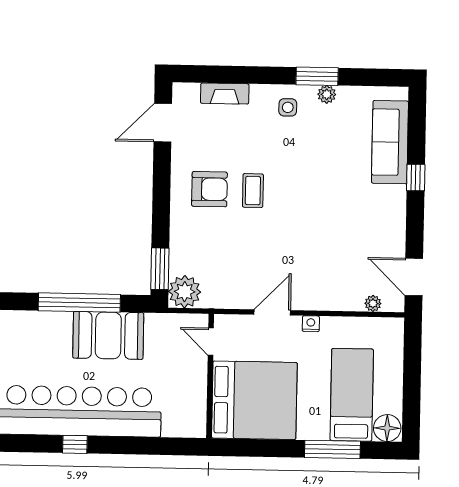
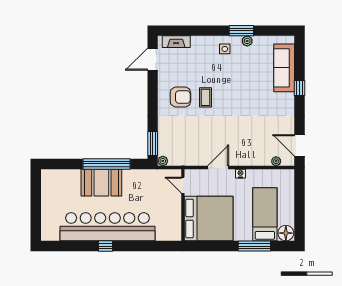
fireplace: (225, 94) -> (176, 42), moved
plant: (185, 292) -> (163, 161), width x0.53, depth x0.53
booth: (108, 335) -> (101, 183), moved

